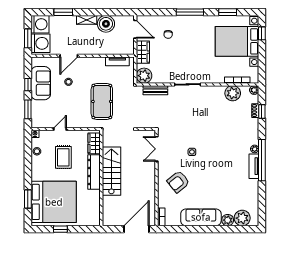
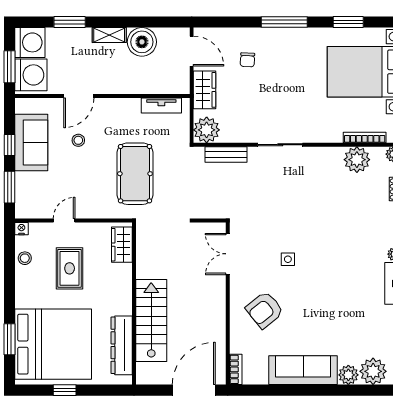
stairs: (111, 171) -> (151, 321), moved
dresser: (94, 172) -> (122, 345), moved

